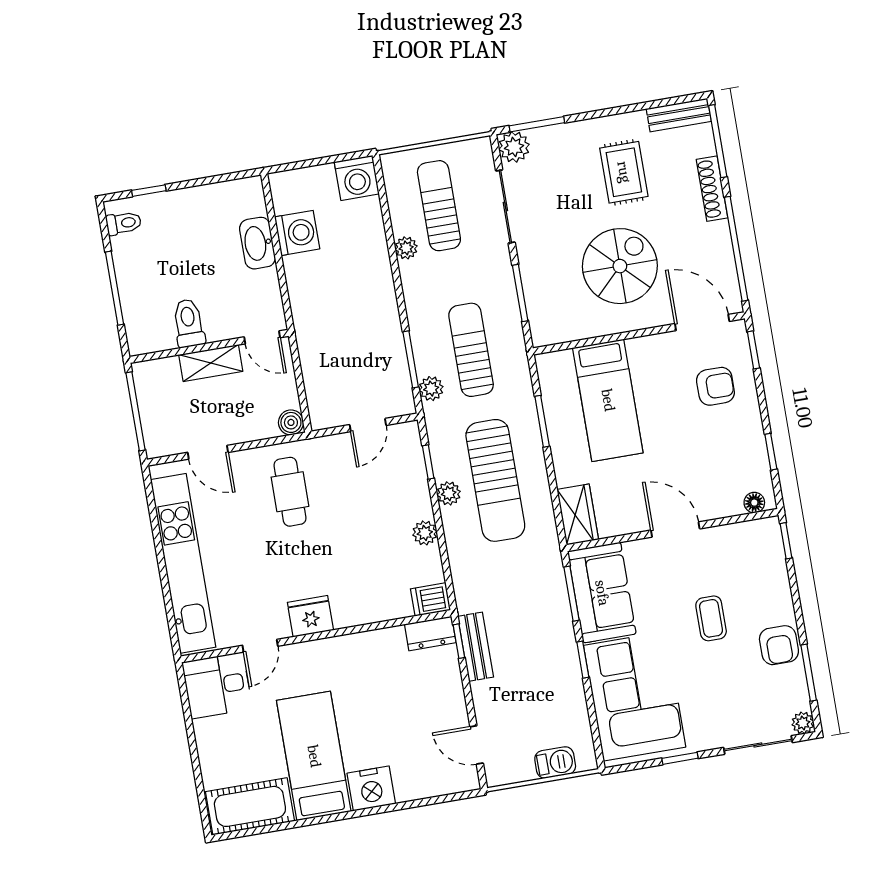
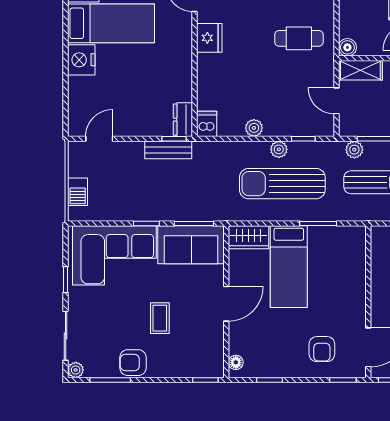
shelving: (320, 399) -> (360, 70), added
bed: (608, 400) -> (289, 267), moved, turned -90
coffee table: (711, 618) -> (160, 318), turned 90

